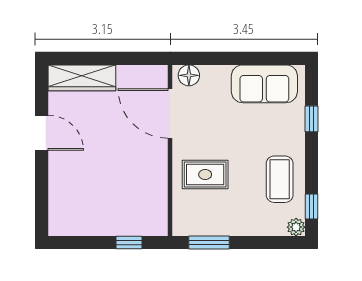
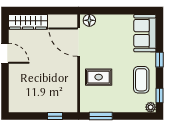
sofa: (264, 84) -> (145, 33), moved, turned 90
window: (311, 119) -> (159, 60), moved

